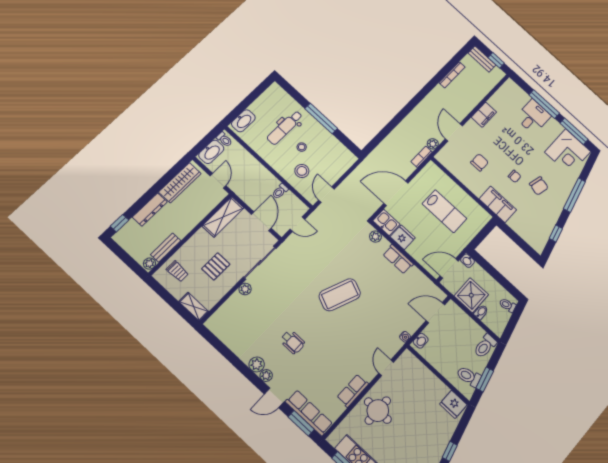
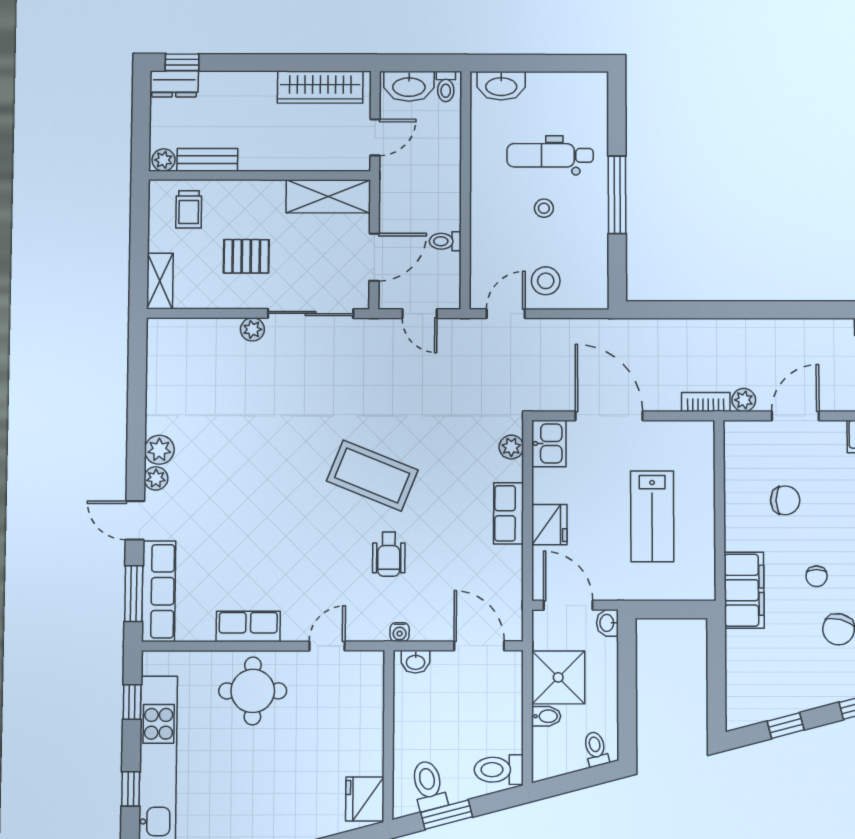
stool: (302, 171) -> (546, 281), moved
dresser: (150, 210) -> (174, 84), moved, width x0.70
fridge: (403, 237) -> (549, 525), moved
wheelchair: (292, 342) -> (389, 554), moved

